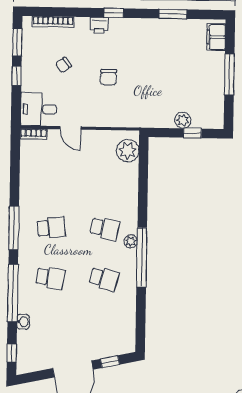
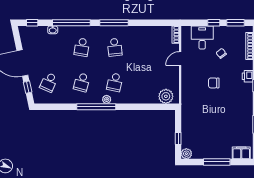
desk: (39, 109) -> (202, 38), moved
plant: (183, 120) -> (186, 154), moved
school desk: (103, 329) -> (49, 82), added

